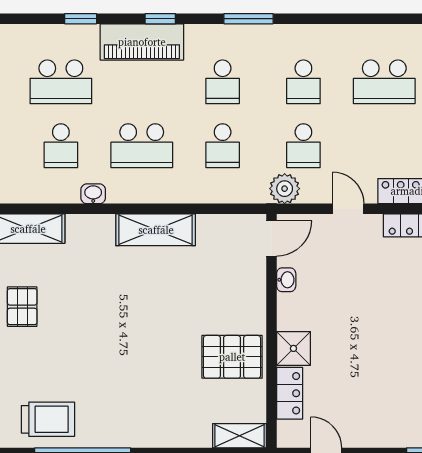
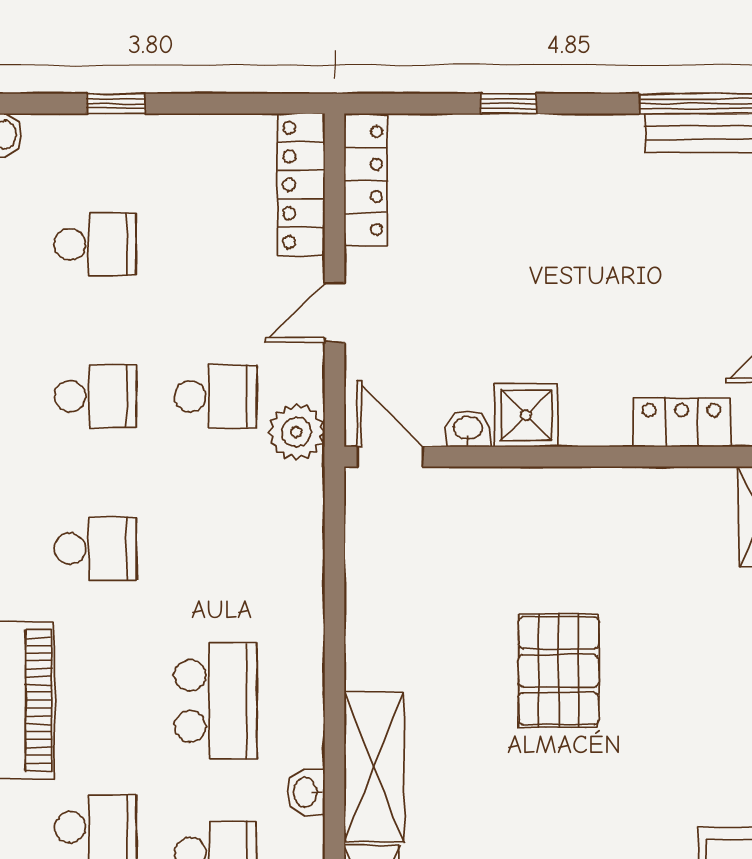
school desk: (384, 82) -> (95, 244), width x0.54
school desk: (223, 146) -> (216, 549), removed
shelving: (156, 230) -> (374, 767), moved
shower: (293, 348) -> (526, 415), moved
pallet: (232, 357) -> (559, 671), moved

